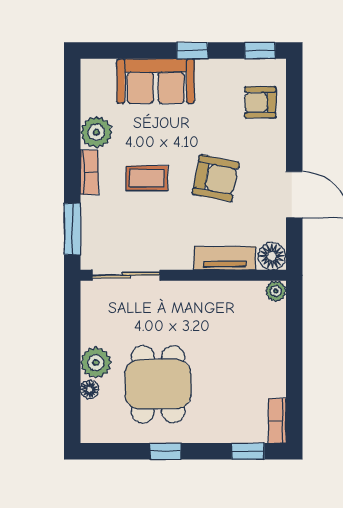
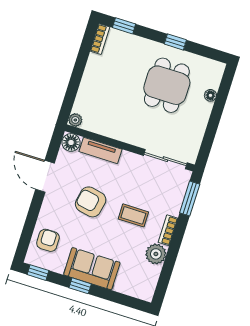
sofa: (156, 81) -> (92, 269), moved
armchair: (260, 102) -> (48, 240), turned -90
plant: (96, 363) -> (201, 111), removed

